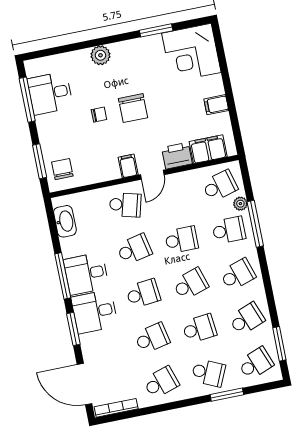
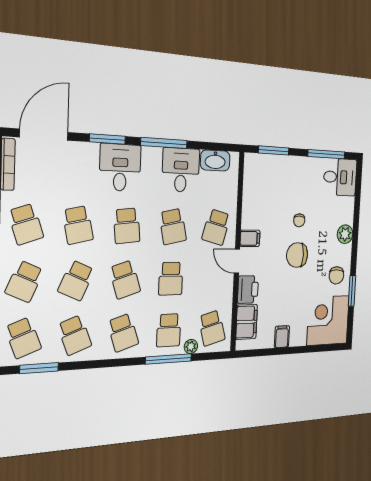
desk: (50, 93) -> (340, 177), moved, turned 90
chair: (62, 169) -> (336, 275), moved, turned 90
desk: (86, 274) -> (181, 170), moved
school desk: (199, 328) -> (76, 280), turned 30

